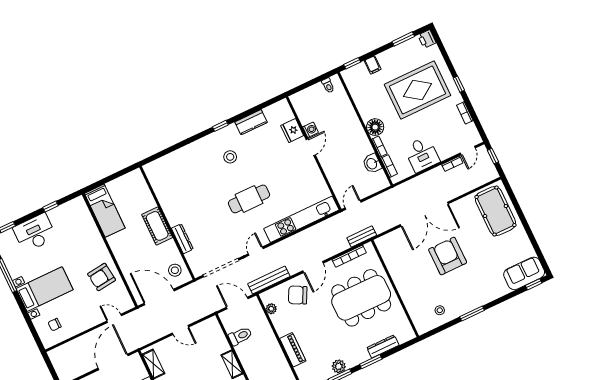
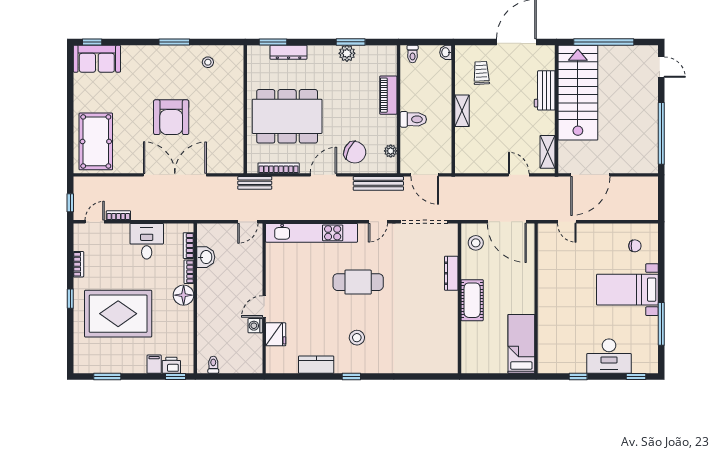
printer: (427, 39) -> (171, 365), moved, turned -90
armchair: (102, 277) -> (559, 273), removed
door: (180, 330) -> (519, 175), moved
toilet: (240, 336) -> (413, 119), moved, turned 180
window: (371, 362) -> (273, 42), moved

